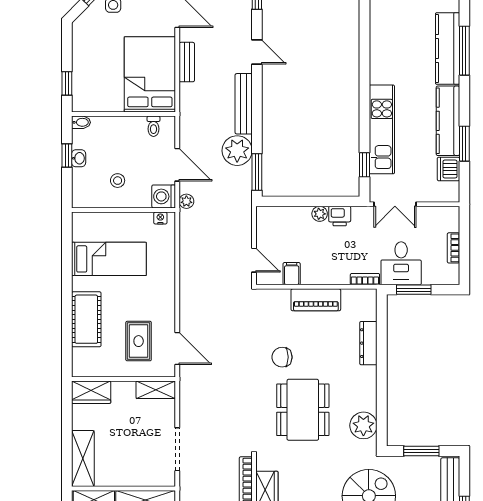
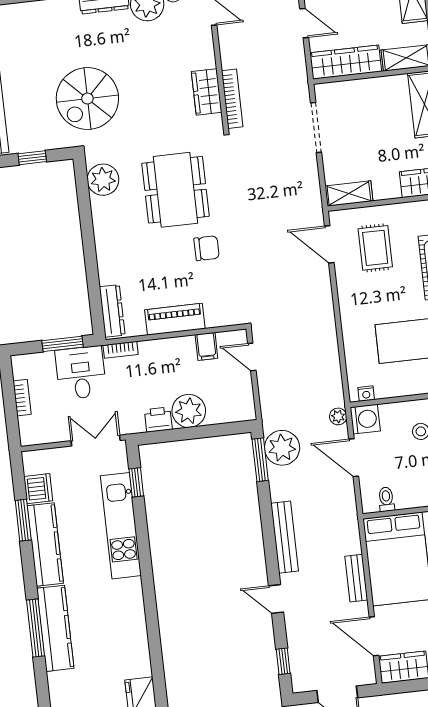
plant: (237, 151) -> (282, 448), moved
plant: (320, 214) -> (189, 411), width x1.88, depth x1.88
dresser: (368, 343) -> (112, 311), moved
window: (421, 451) -> (32, 158), width x0.67

